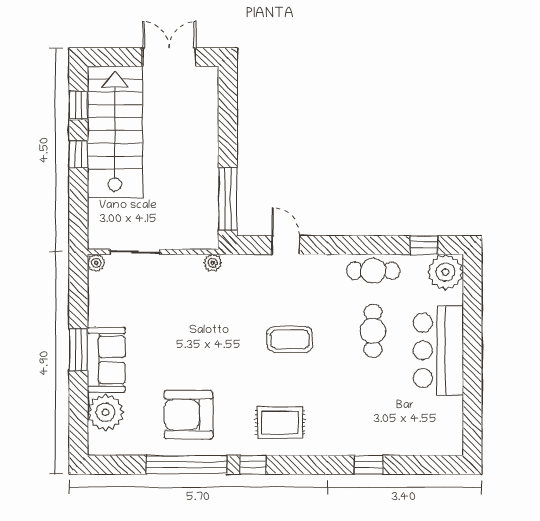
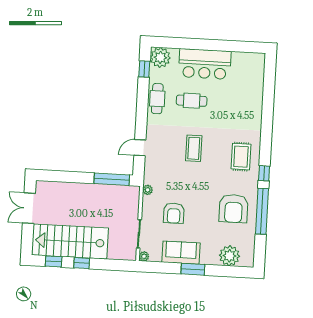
armchair: (175, 311) -> (174, 213), added
sofa: (106, 360) -> (181, 253), moved
window: (369, 465) -> (268, 107), removed

